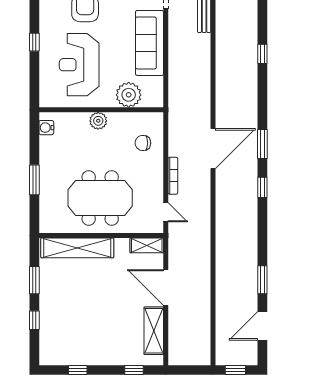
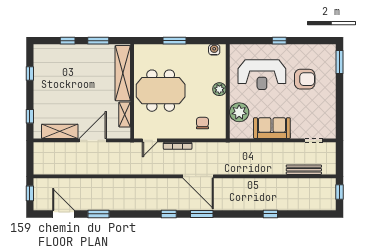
sofa: (150, 43) -> (272, 128), width x0.73
reception desk: (79, 65) -> (262, 75), turned 180
meeting table: (100, 198) -> (161, 91), turned 90
shelving: (147, 245) -> (125, 114), moved

